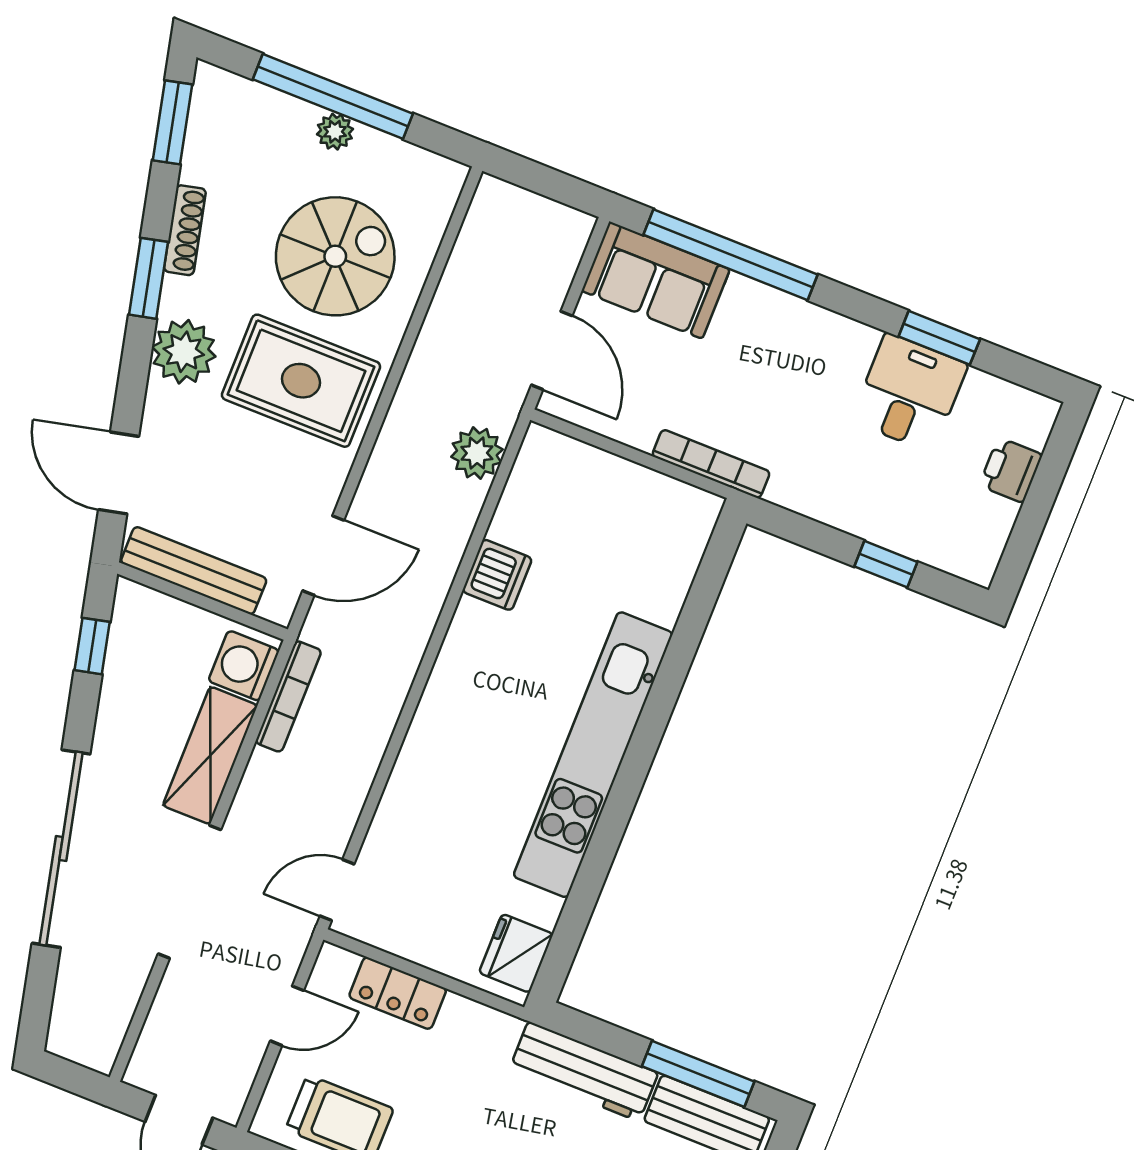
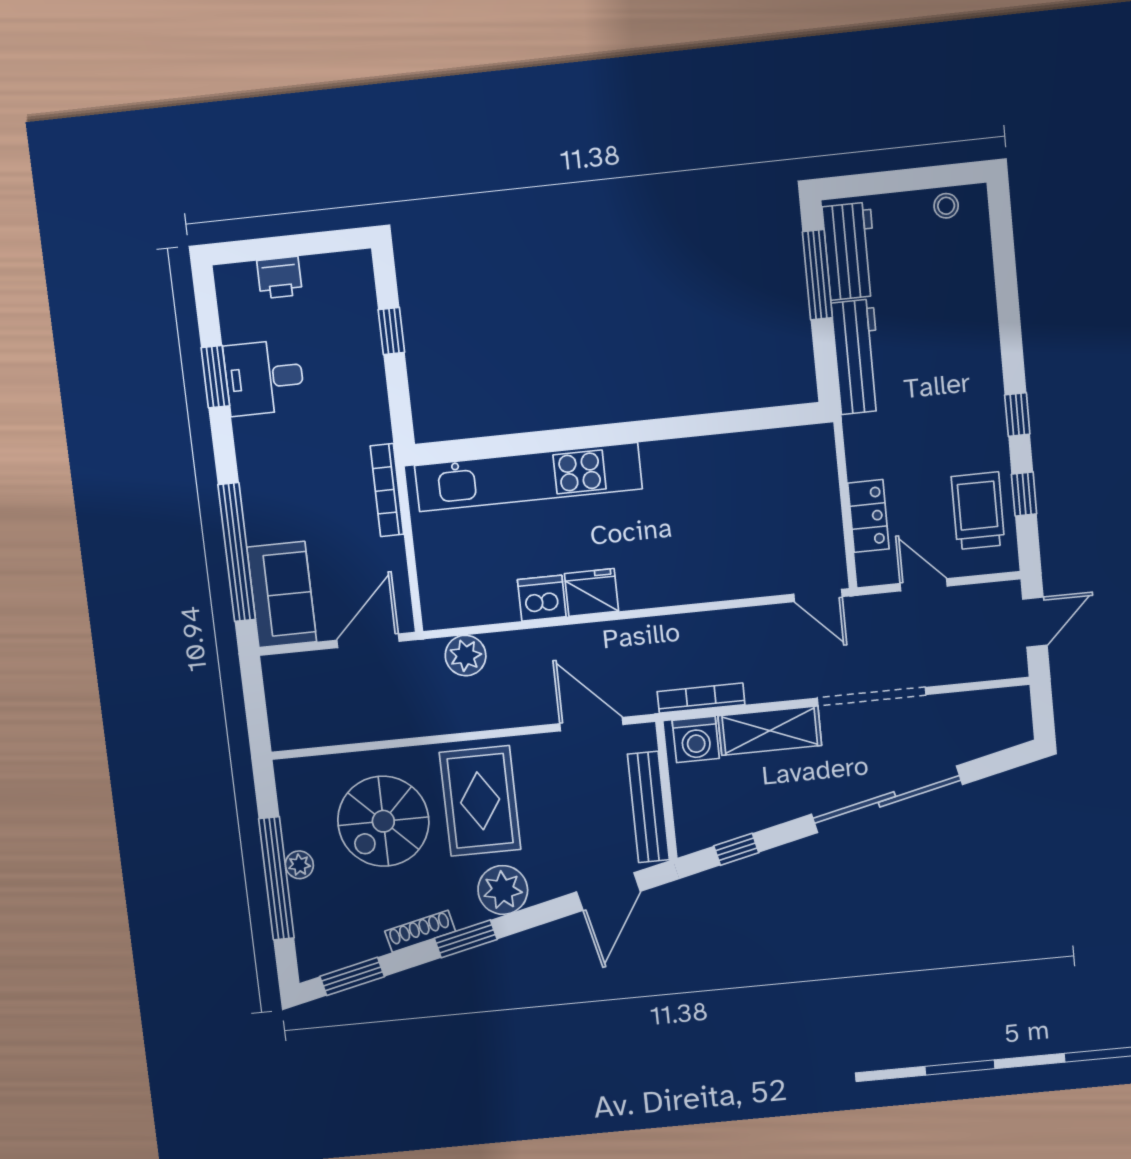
spiral stairs: (335, 256) -> (383, 821), turned -90
kitchen unit: (593, 755) -> (528, 477), moved
fridge: (516, 953) -> (592, 592), moved, turned 180

